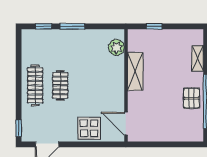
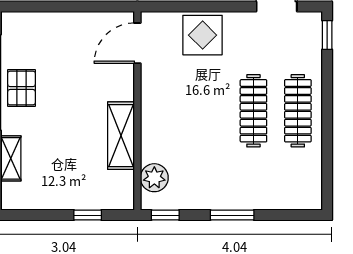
window: (44, 26) -> (165, 215), moved
clothes rail: (60, 85) -> (253, 111), width x1.36
door: (126, 124) -> (137, 43), swing flipped

